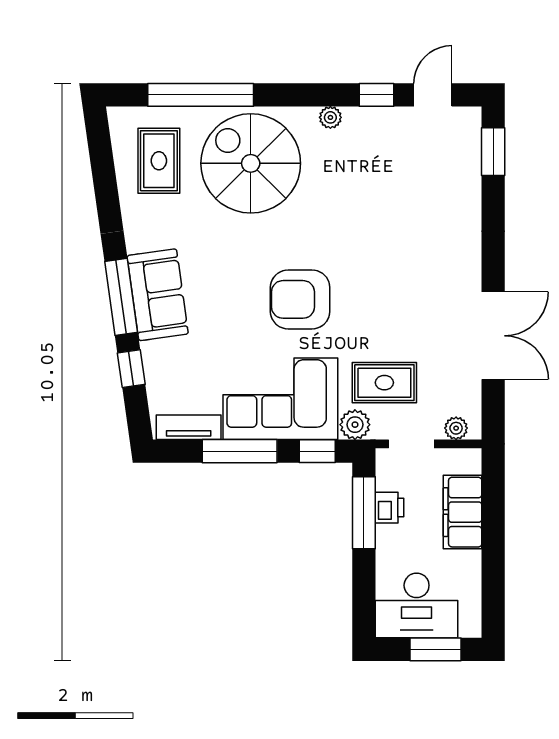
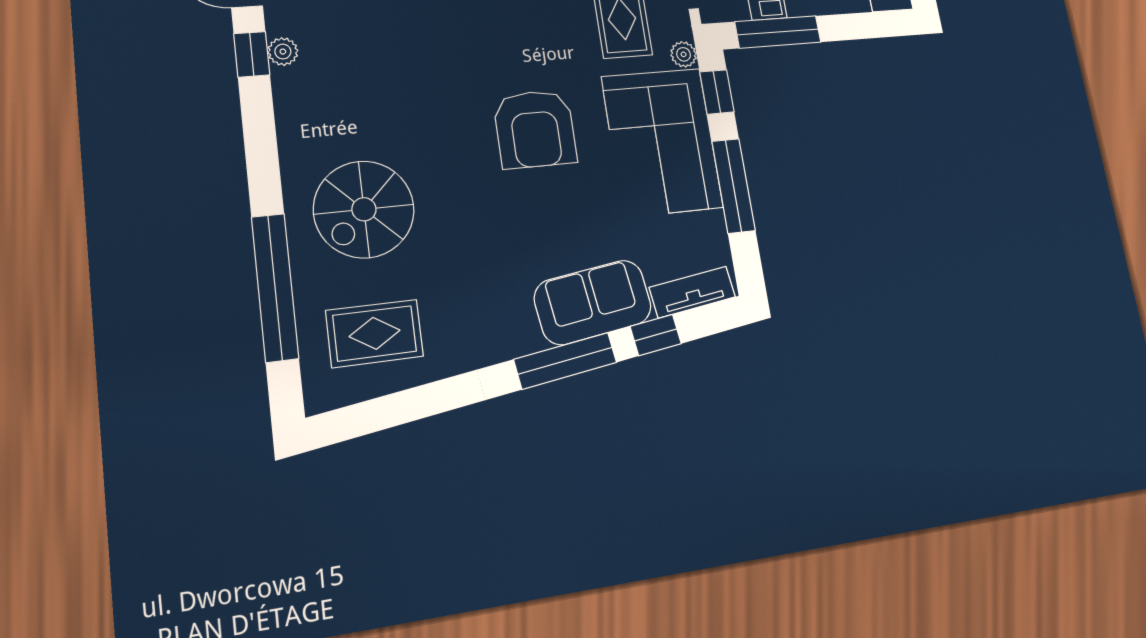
plant: (330, 117) -> (283, 52), moved
spiral stairs: (251, 163) -> (364, 209), width x0.73, depth x0.73
sofa: (158, 295) -> (593, 302), moved
plant: (355, 425) -> (684, 54), width x0.73, depth x0.73
tv unit: (189, 427) -> (692, 292), moved, turned 82

